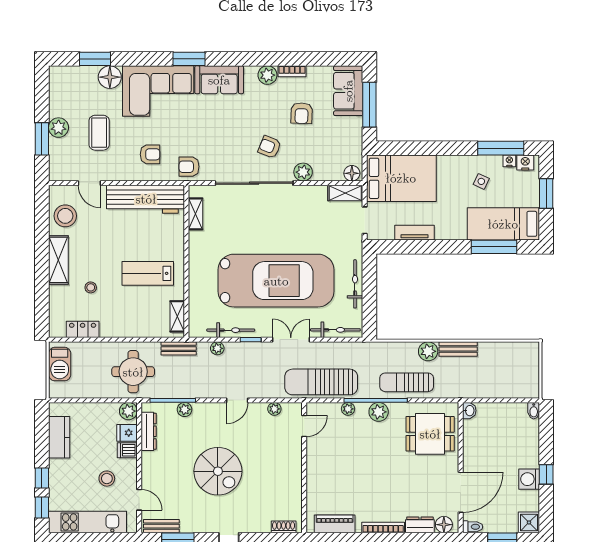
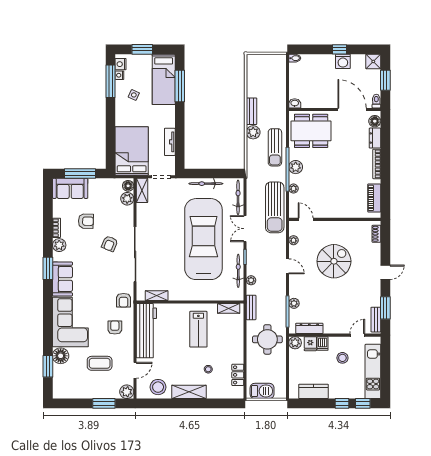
window: (189, 59) -> (48, 268), moved
plant: (59, 128) -> (127, 392), moved
plant: (303, 172) -> (127, 199), moved
dining table: (430, 434) -> (311, 131), width x1.38
spiral stairs: (218, 471) -> (334, 261), moved

